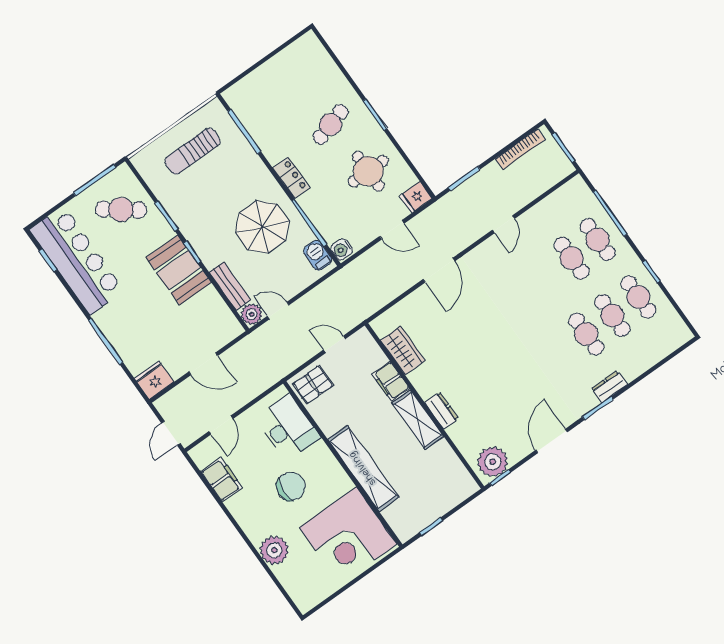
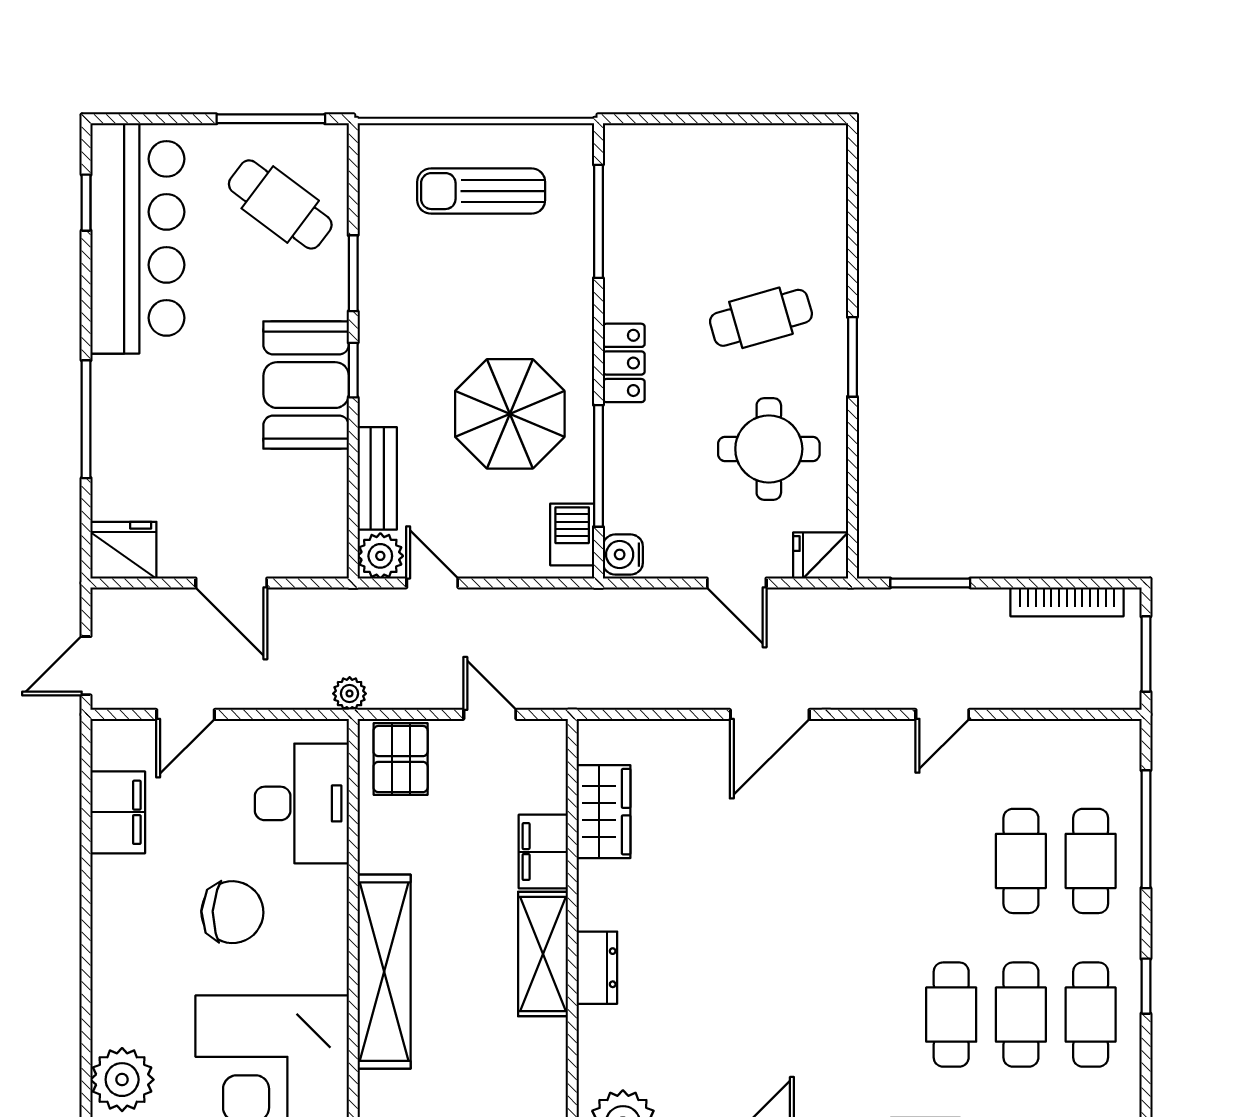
plant: (277, 374) -> (350, 694), added
pallet: (313, 385) -> (401, 759), turned 90
plant: (274, 550) -> (122, 1080), moved

